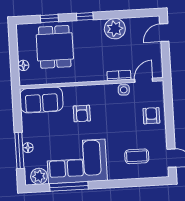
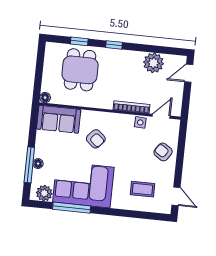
plant: (115, 29) -> (153, 63), moved
floor lamp: (23, 65) -> (45, 98), moved
bookcase: (119, 76) -> (131, 107), width x1.56
armchair: (82, 114) -> (96, 139), turned -49
armchair: (151, 116) -> (163, 152), turned -56

